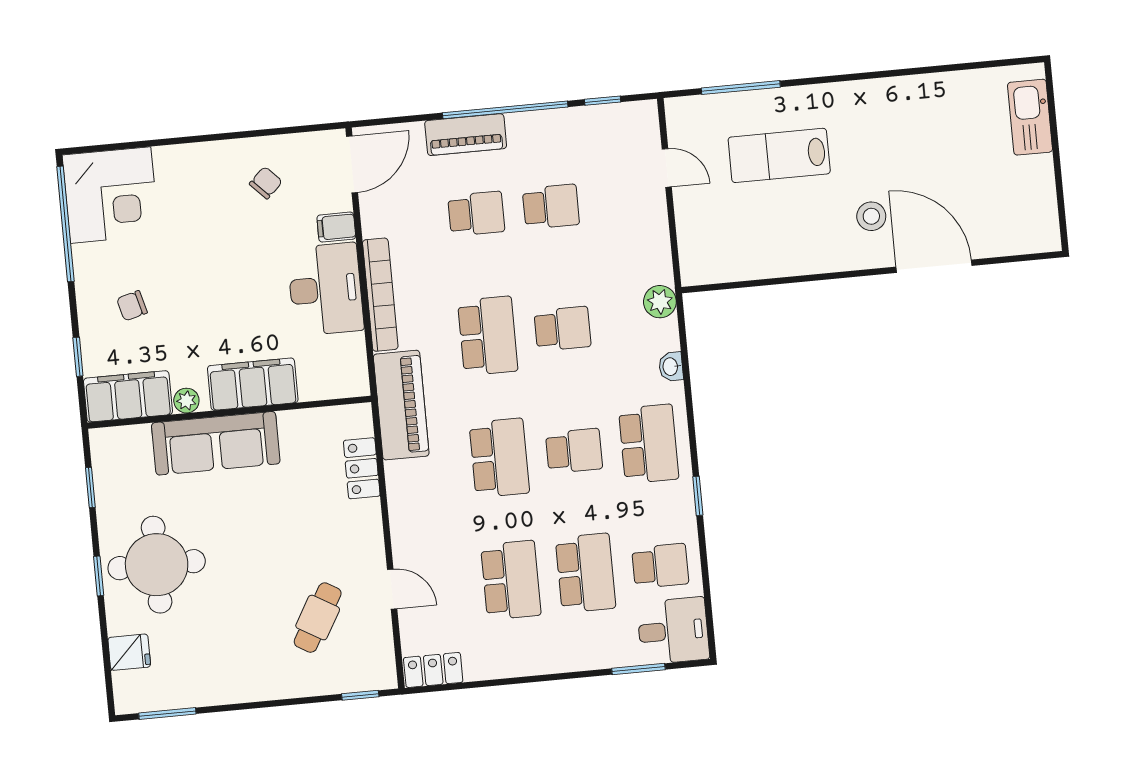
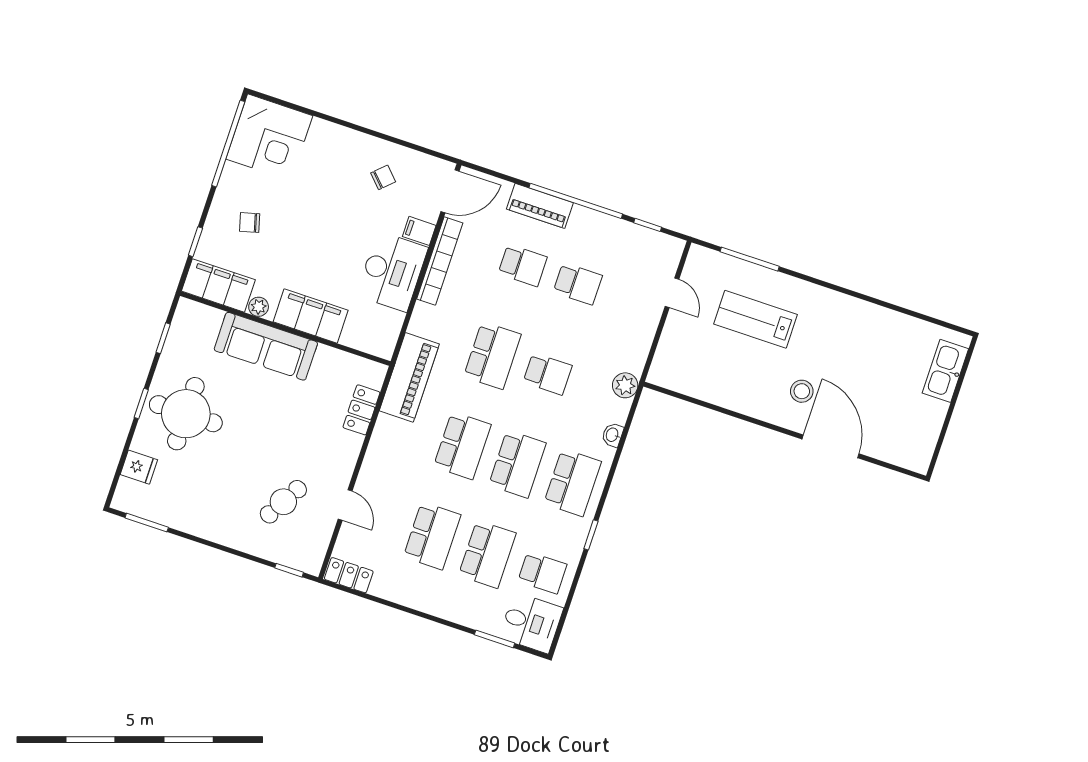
bookcase: (380, 295) -> (440, 261), moved
school desk: (574, 451) -> (517, 464), width x1.85

